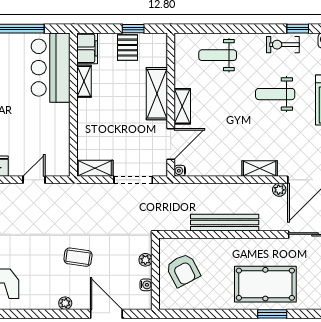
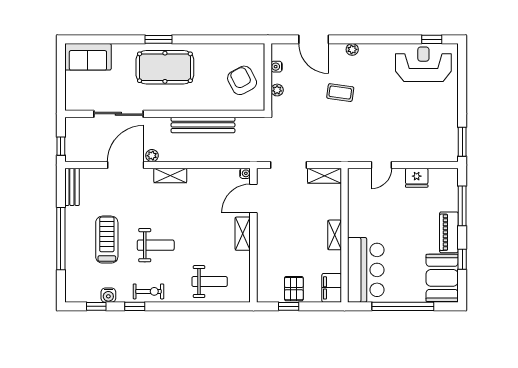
shelving: (84, 81) -> (335, 235), moved
shelving: (157, 94) -> (266, 245), removed

